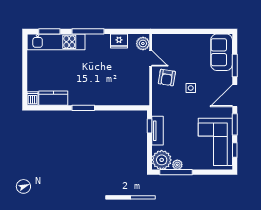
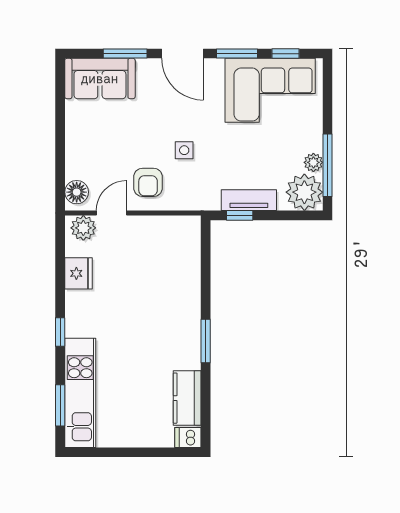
window: (88, 31) -> (60, 332), width x0.46
floor lamp: (162, 40) -> (77, 192), added
armchair: (167, 78) -> (148, 182), turned 81
side table: (191, 88) -> (184, 150), moved

